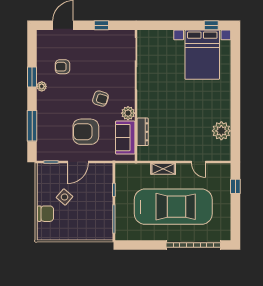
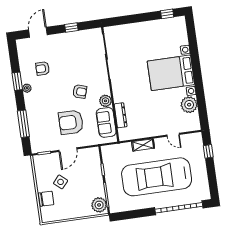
bed with nightstands: (202, 55) -> (171, 73), moved, turned 90
car: (173, 207) -> (157, 177), turned 180
plant: (104, 229) -> (99, 205), added

